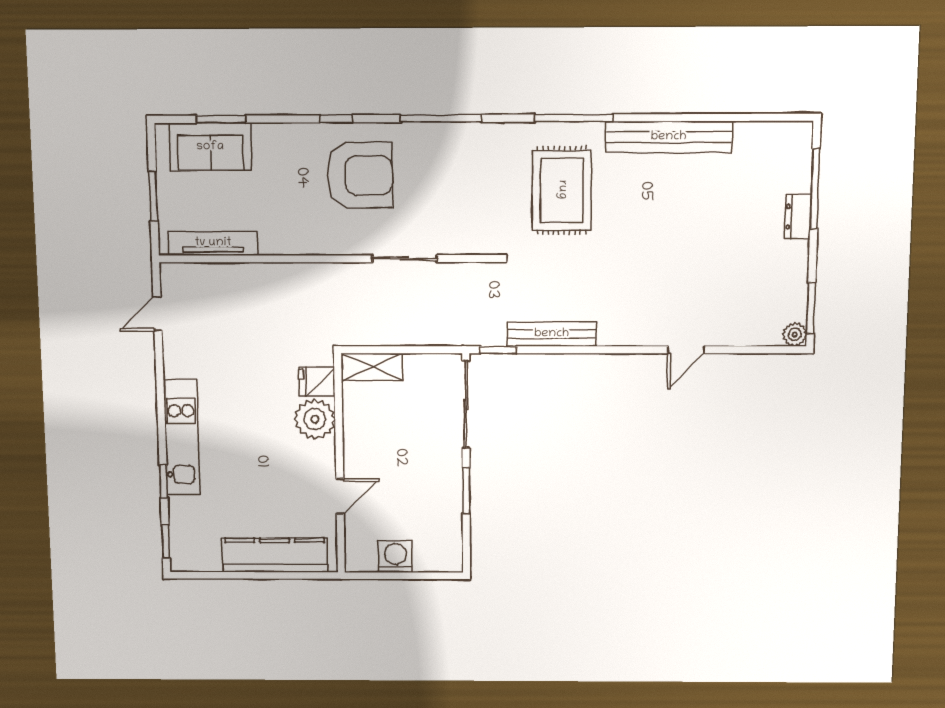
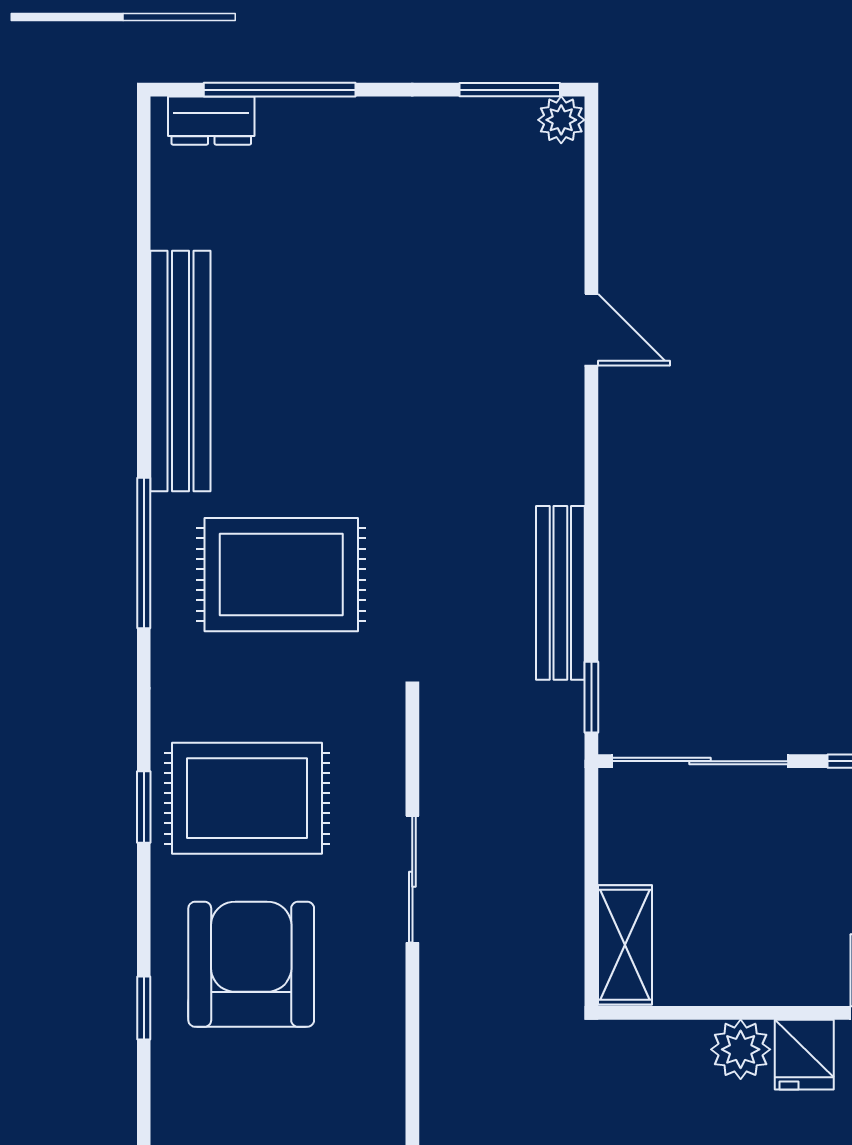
window: (441, 118) -> (144, 807), width x0.46
rug: (446, 173) -> (247, 798), added
dresser: (798, 217) -> (211, 121), moved
fridge: (317, 382) -> (804, 1055), moved
plant: (315, 419) -> (741, 1049), width x0.73, depth x0.73

